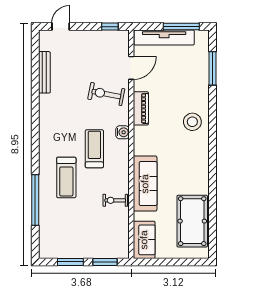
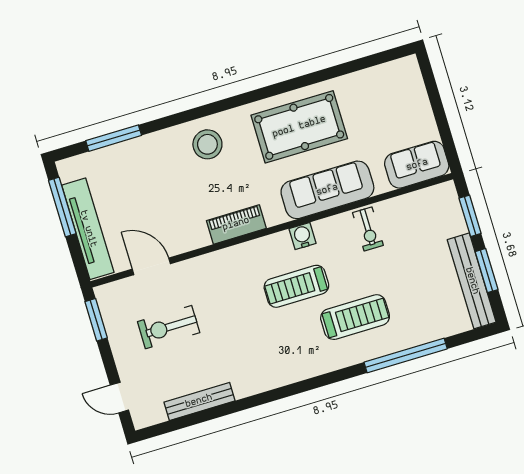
window: (110, 27) -> (96, 320), width x1.50
exercise bike: (106, 94) -> (169, 327), moved, turned 79
piano: (141, 108) -> (236, 224), moved
water cooler: (123, 132) -> (302, 236), moved
pool table: (192, 221) -> (299, 127), moved
bench: (67, 251) -> (472, 281), added

